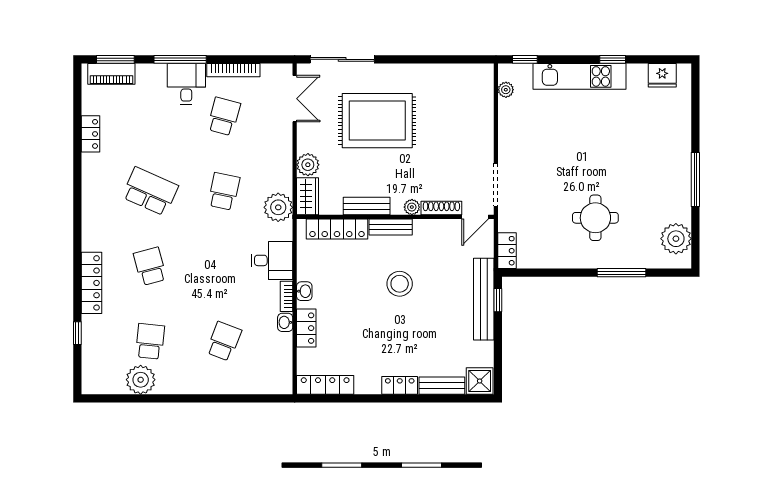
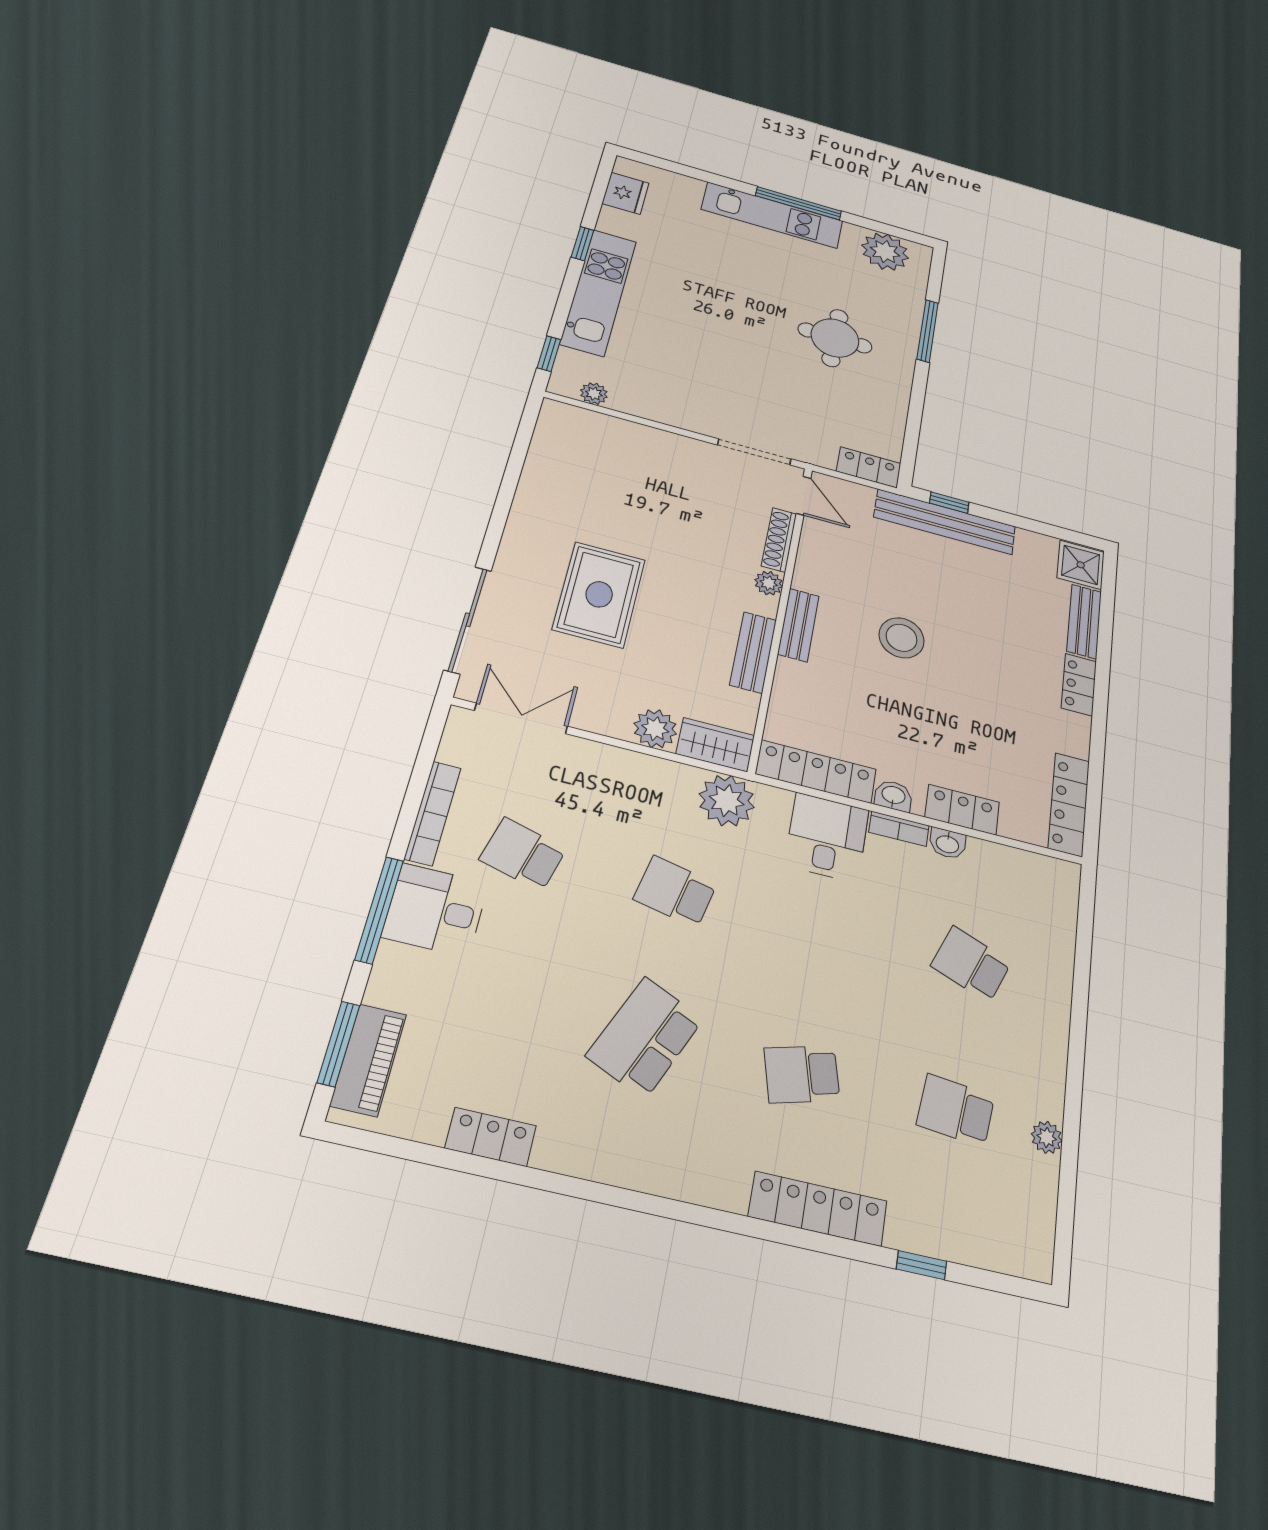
rug: (377, 121) -> (599, 594), width x0.73, depth x0.69
kitchen unit: (679, 165) -> (772, 215), added
locker: (337, 229) -> (816, 772), moved, turned -90
plant: (141, 380) -> (1047, 1137), width x0.53, depth x0.53

